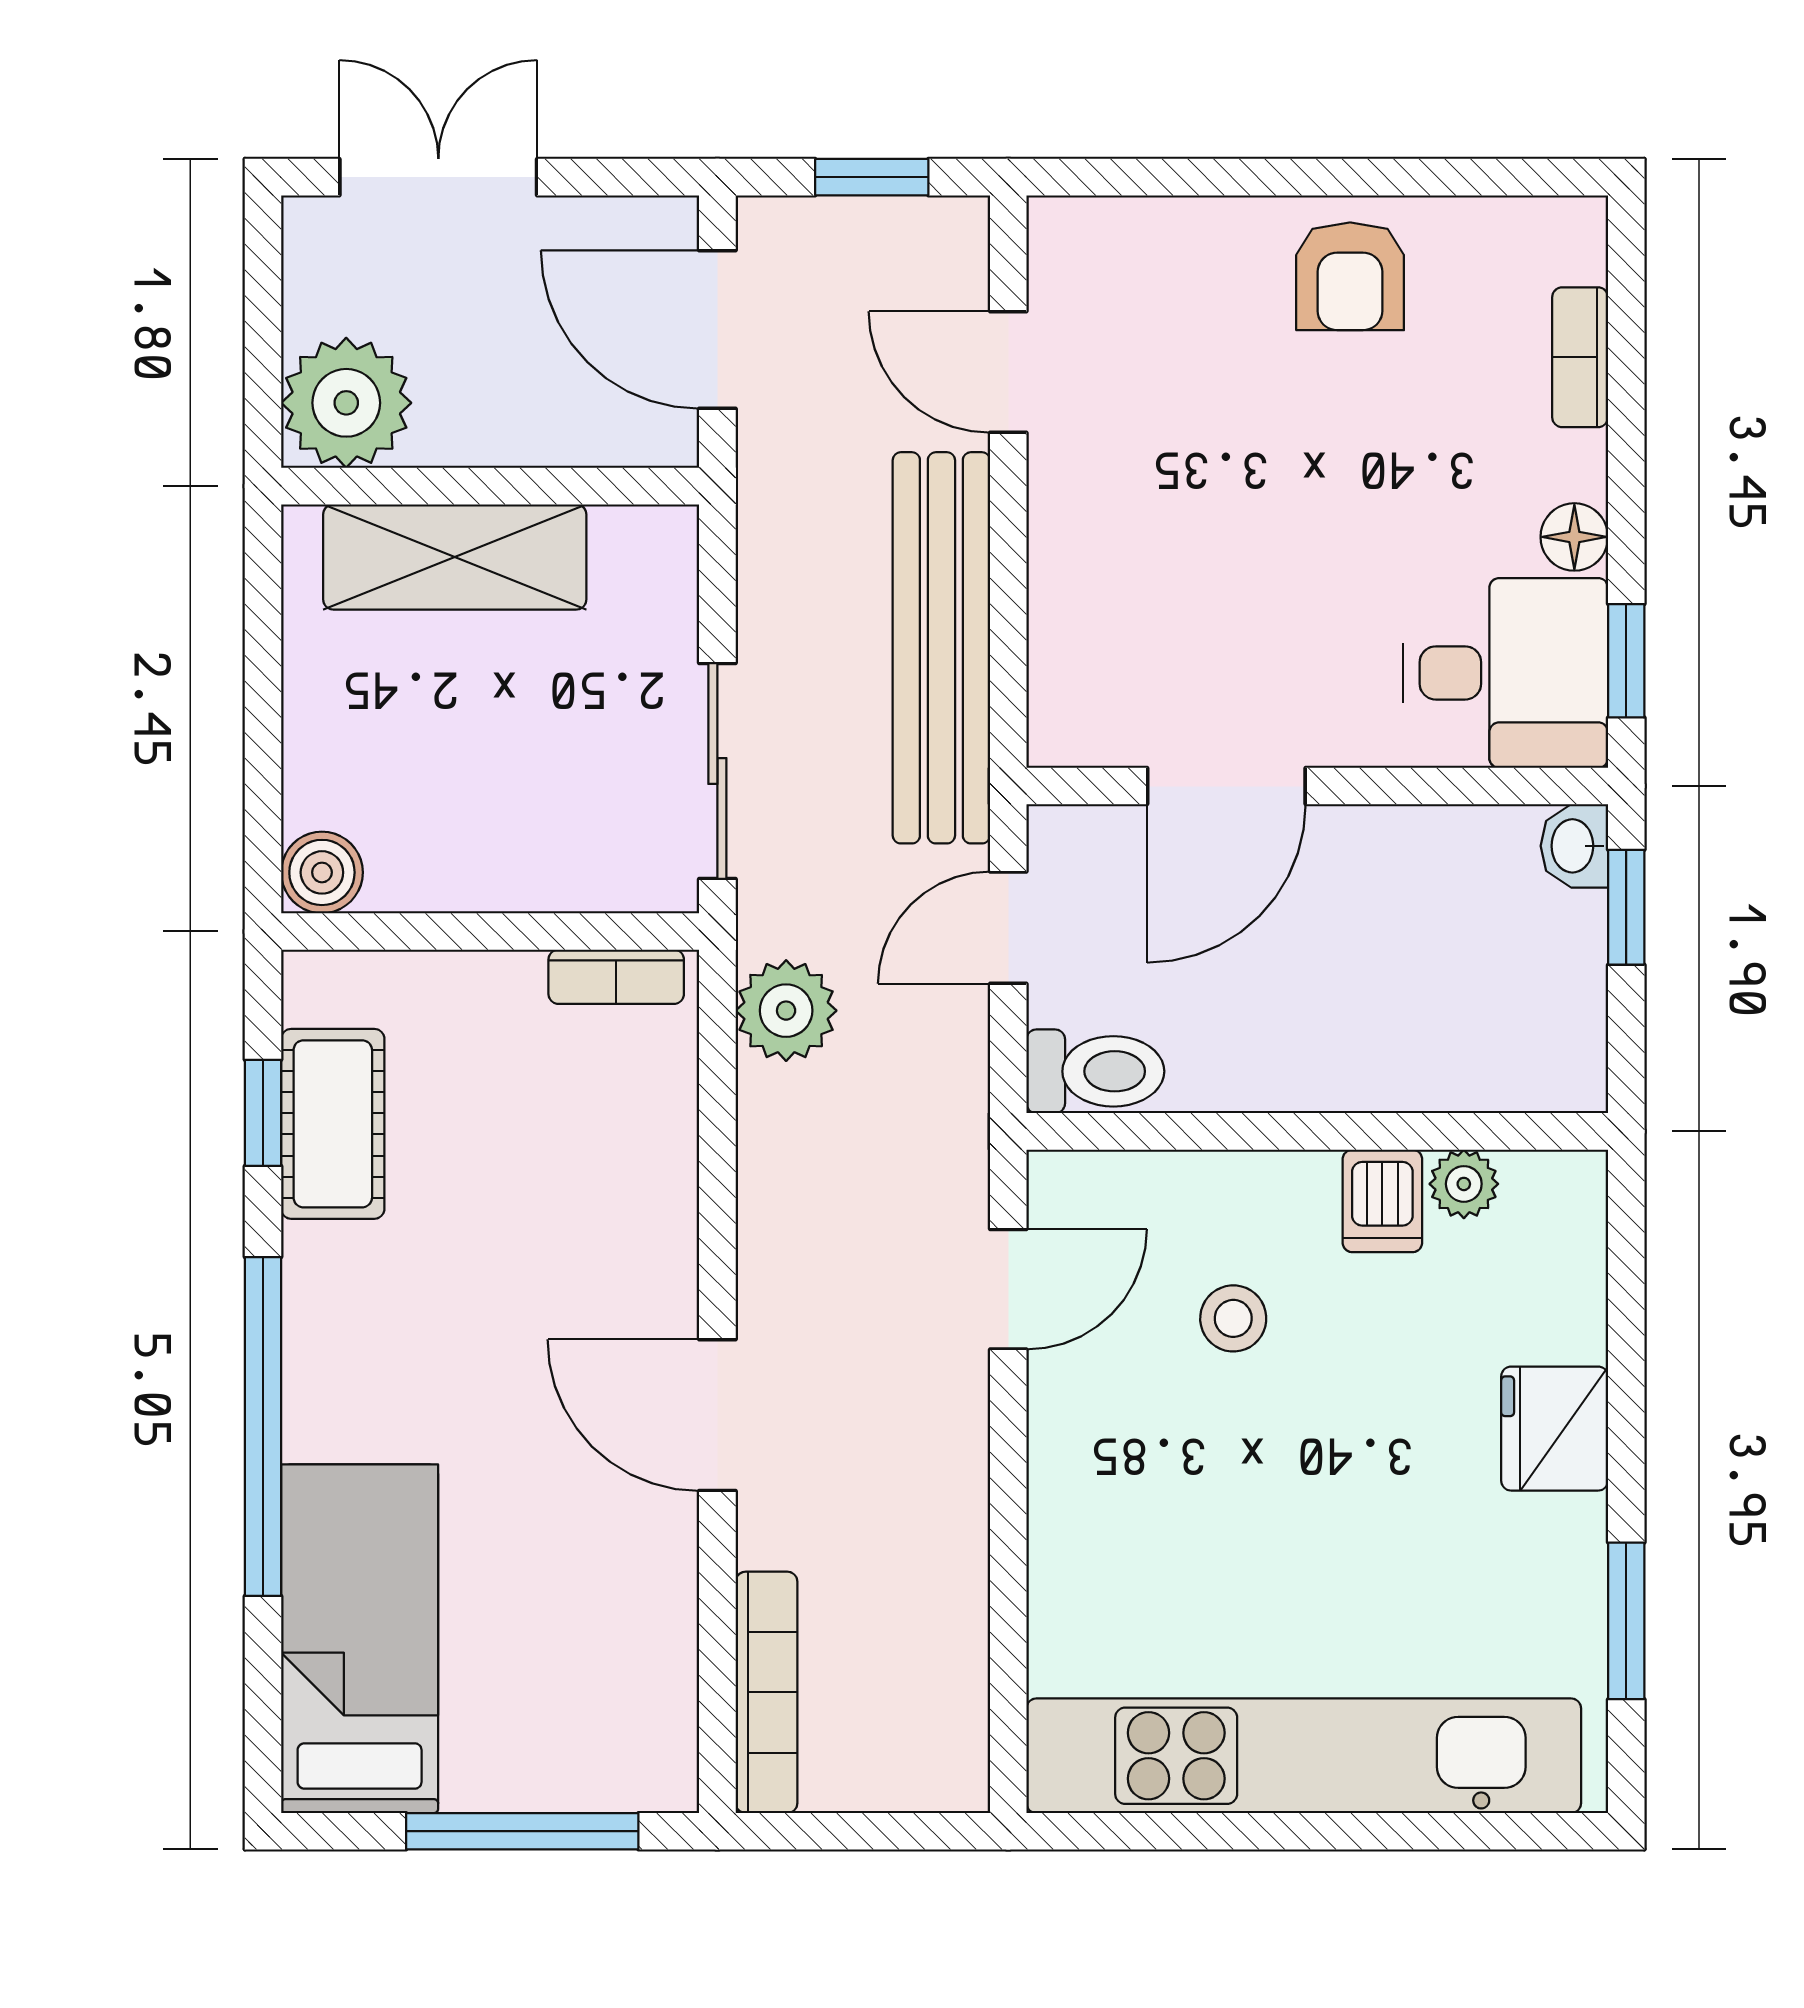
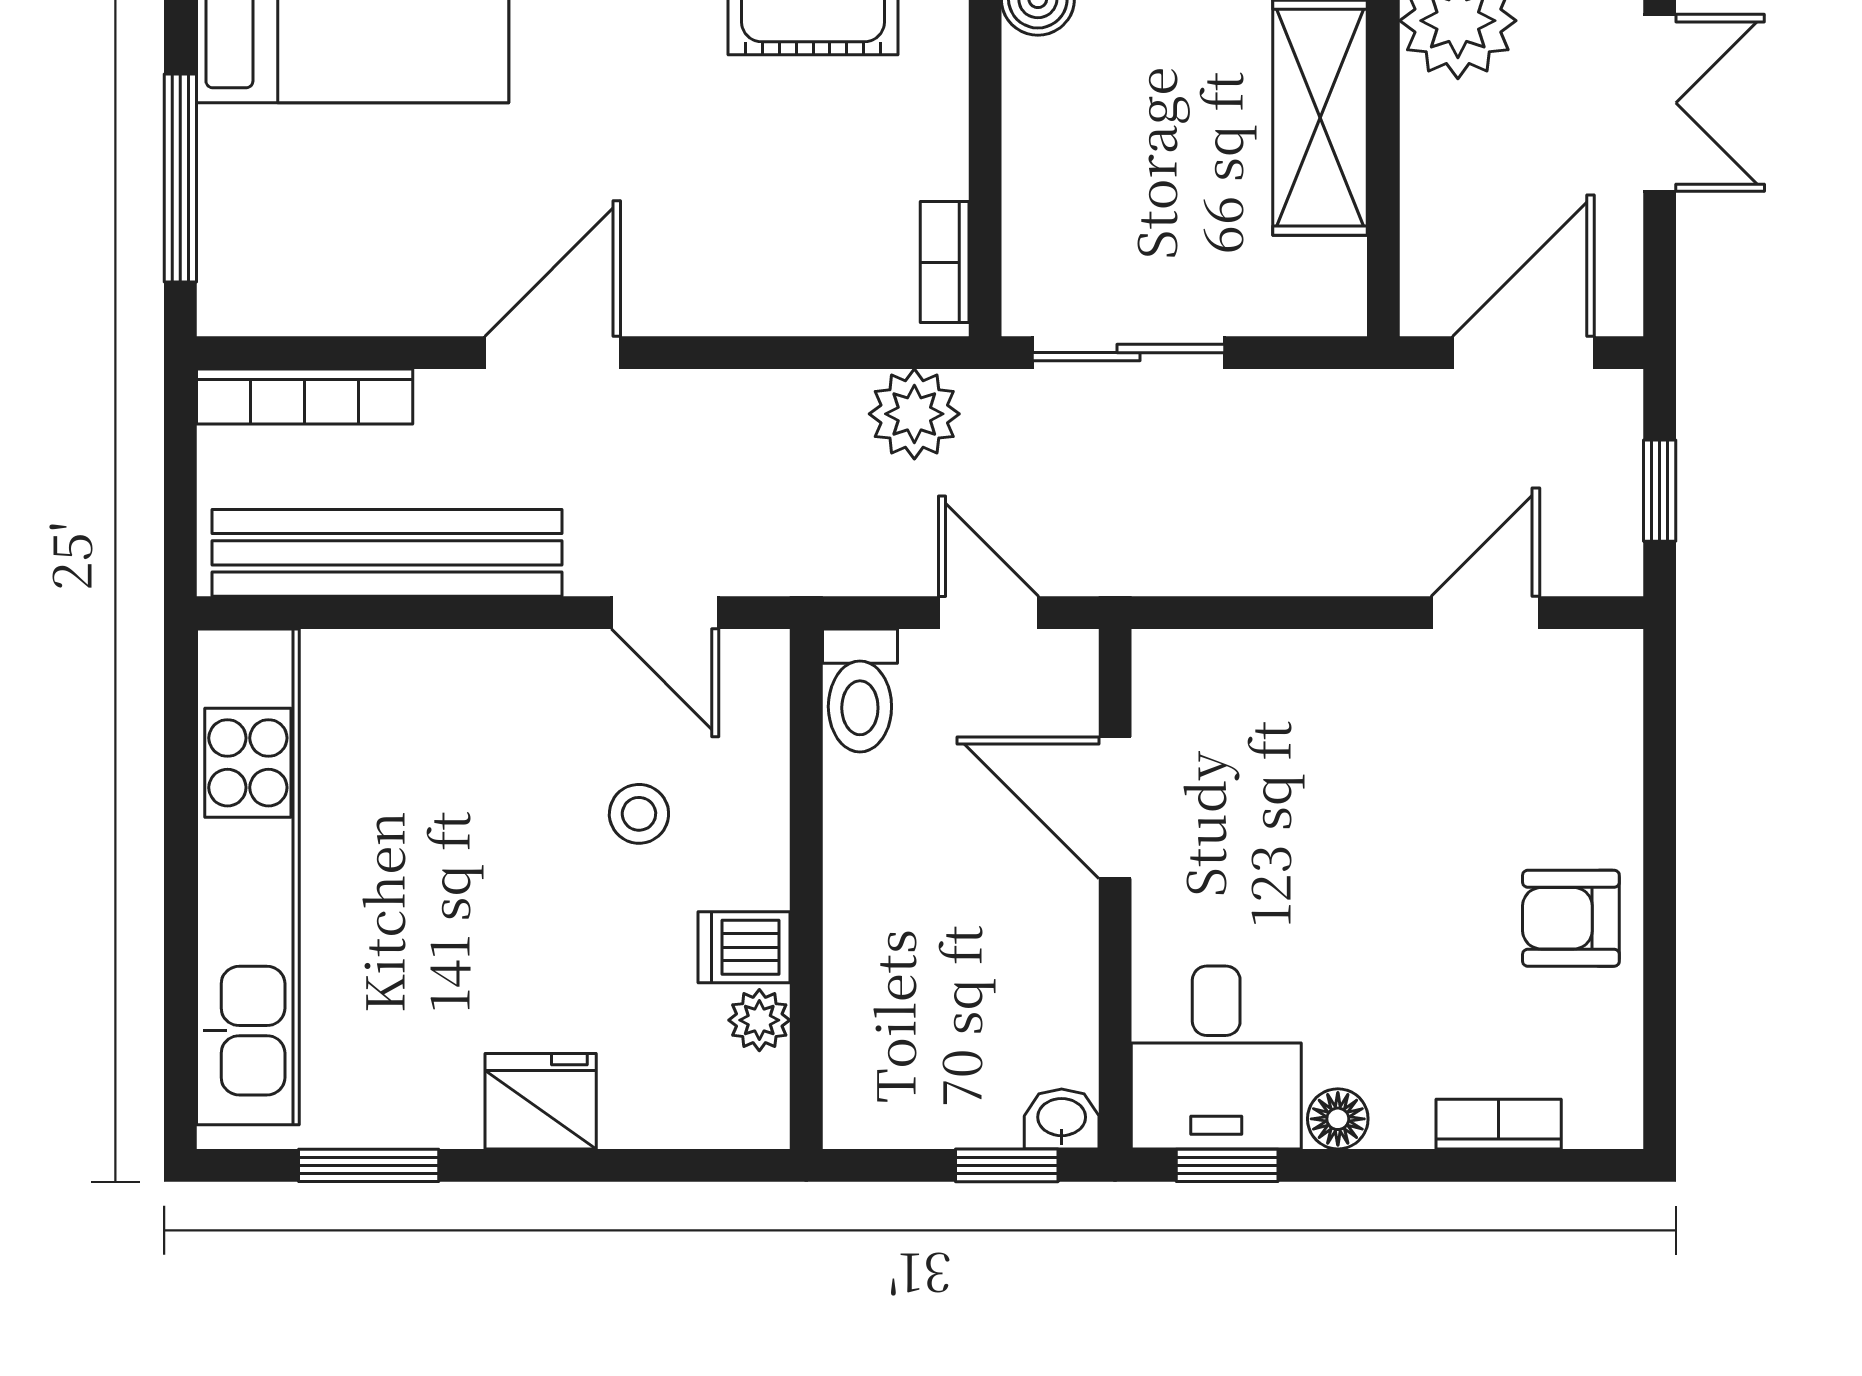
bench: (941, 648) -> (387, 553), moved

